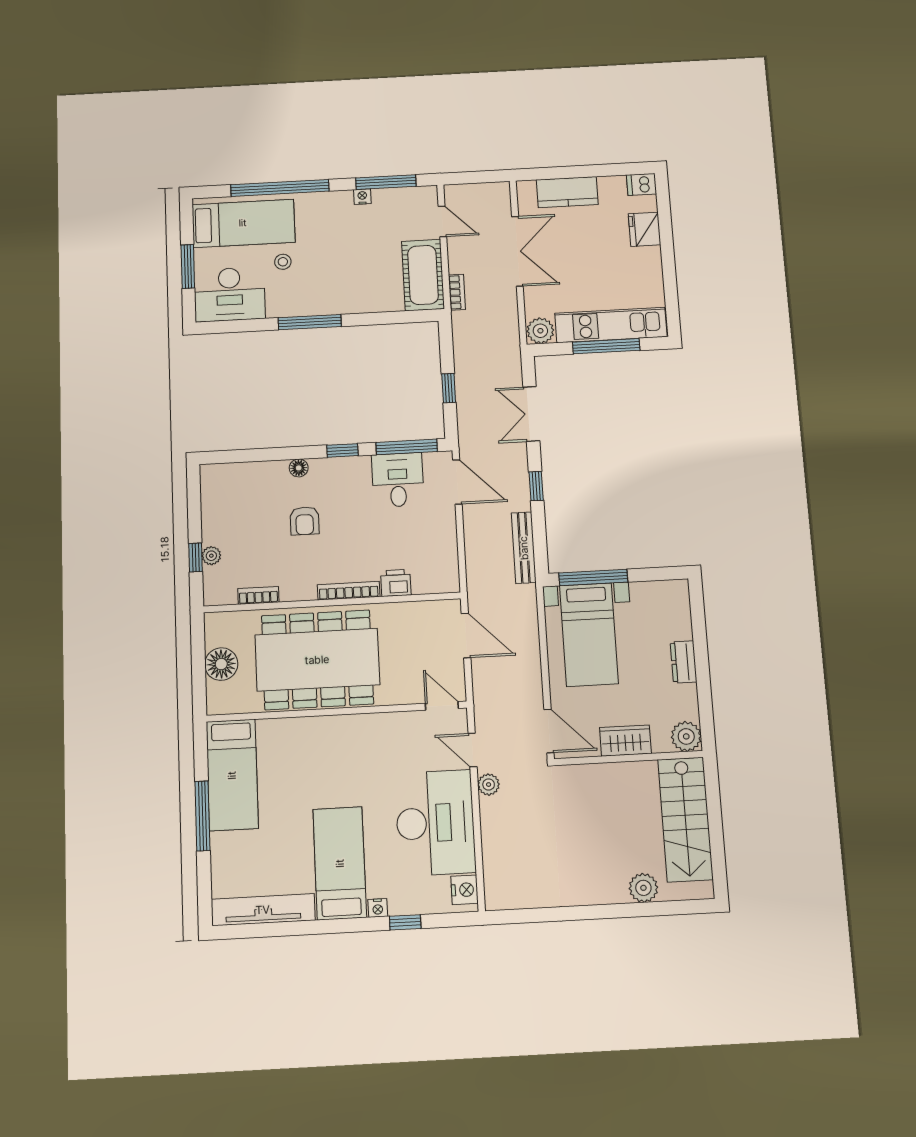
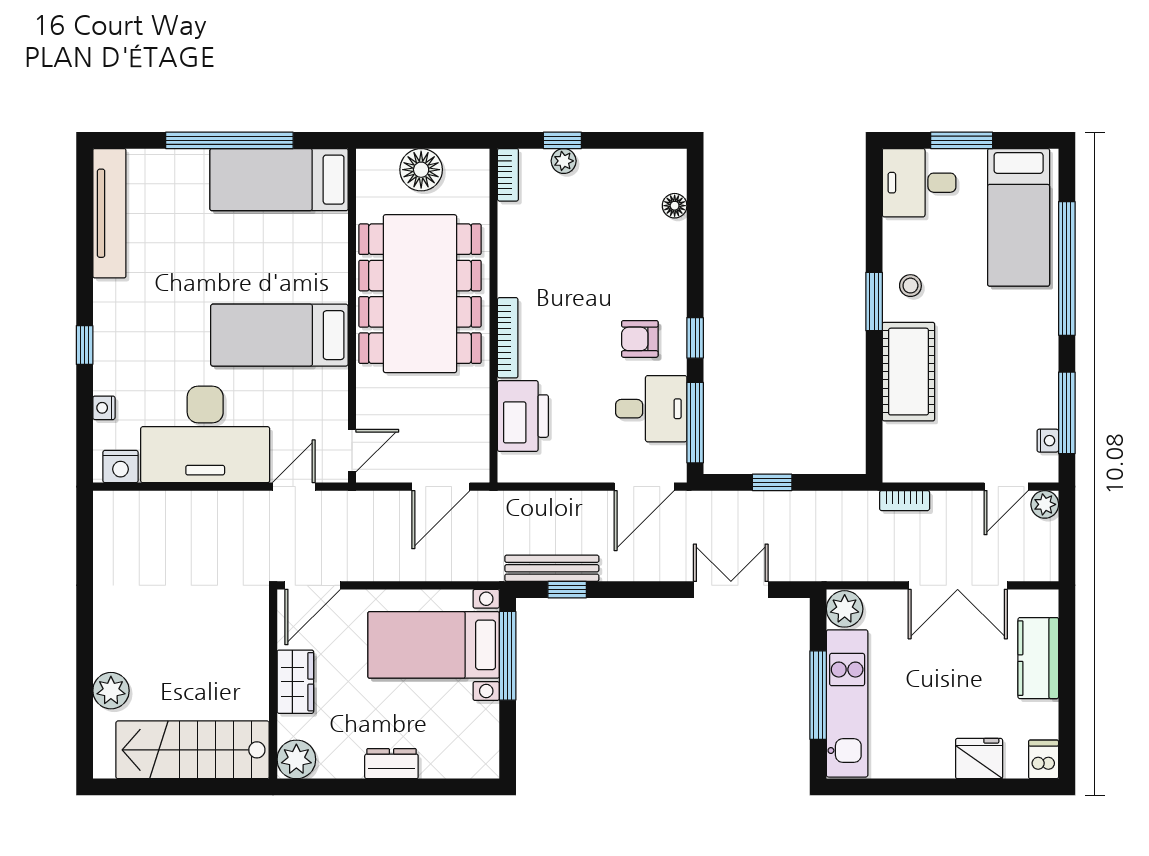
nightstand: (362, 197) -> (1048, 441), moved
stool: (283, 262) -> (910, 286), moved
cot: (423, 275) -> (908, 372), moved, turned 90
desk: (230, 294) -> (919, 183), width x0.73
window: (310, 322) -> (874, 302), width x0.69
floor lamp: (299, 468) -> (675, 206), moved
window: (536, 486) -> (567, 590), moved
armchair: (305, 521) -> (640, 339), moved
printer: (396, 583) -> (523, 416), width x1.87, depth x1.48
bookcase: (258, 595) -> (508, 175), moved
plant: (489, 785) -> (1045, 504), moved
window: (202, 816) -> (229, 140), width x1.46
bed: (340, 863) -> (279, 335), moved, turned 180
nightstand: (378, 908) -> (104, 408), moved
window: (405, 922) -> (85, 345), moved

